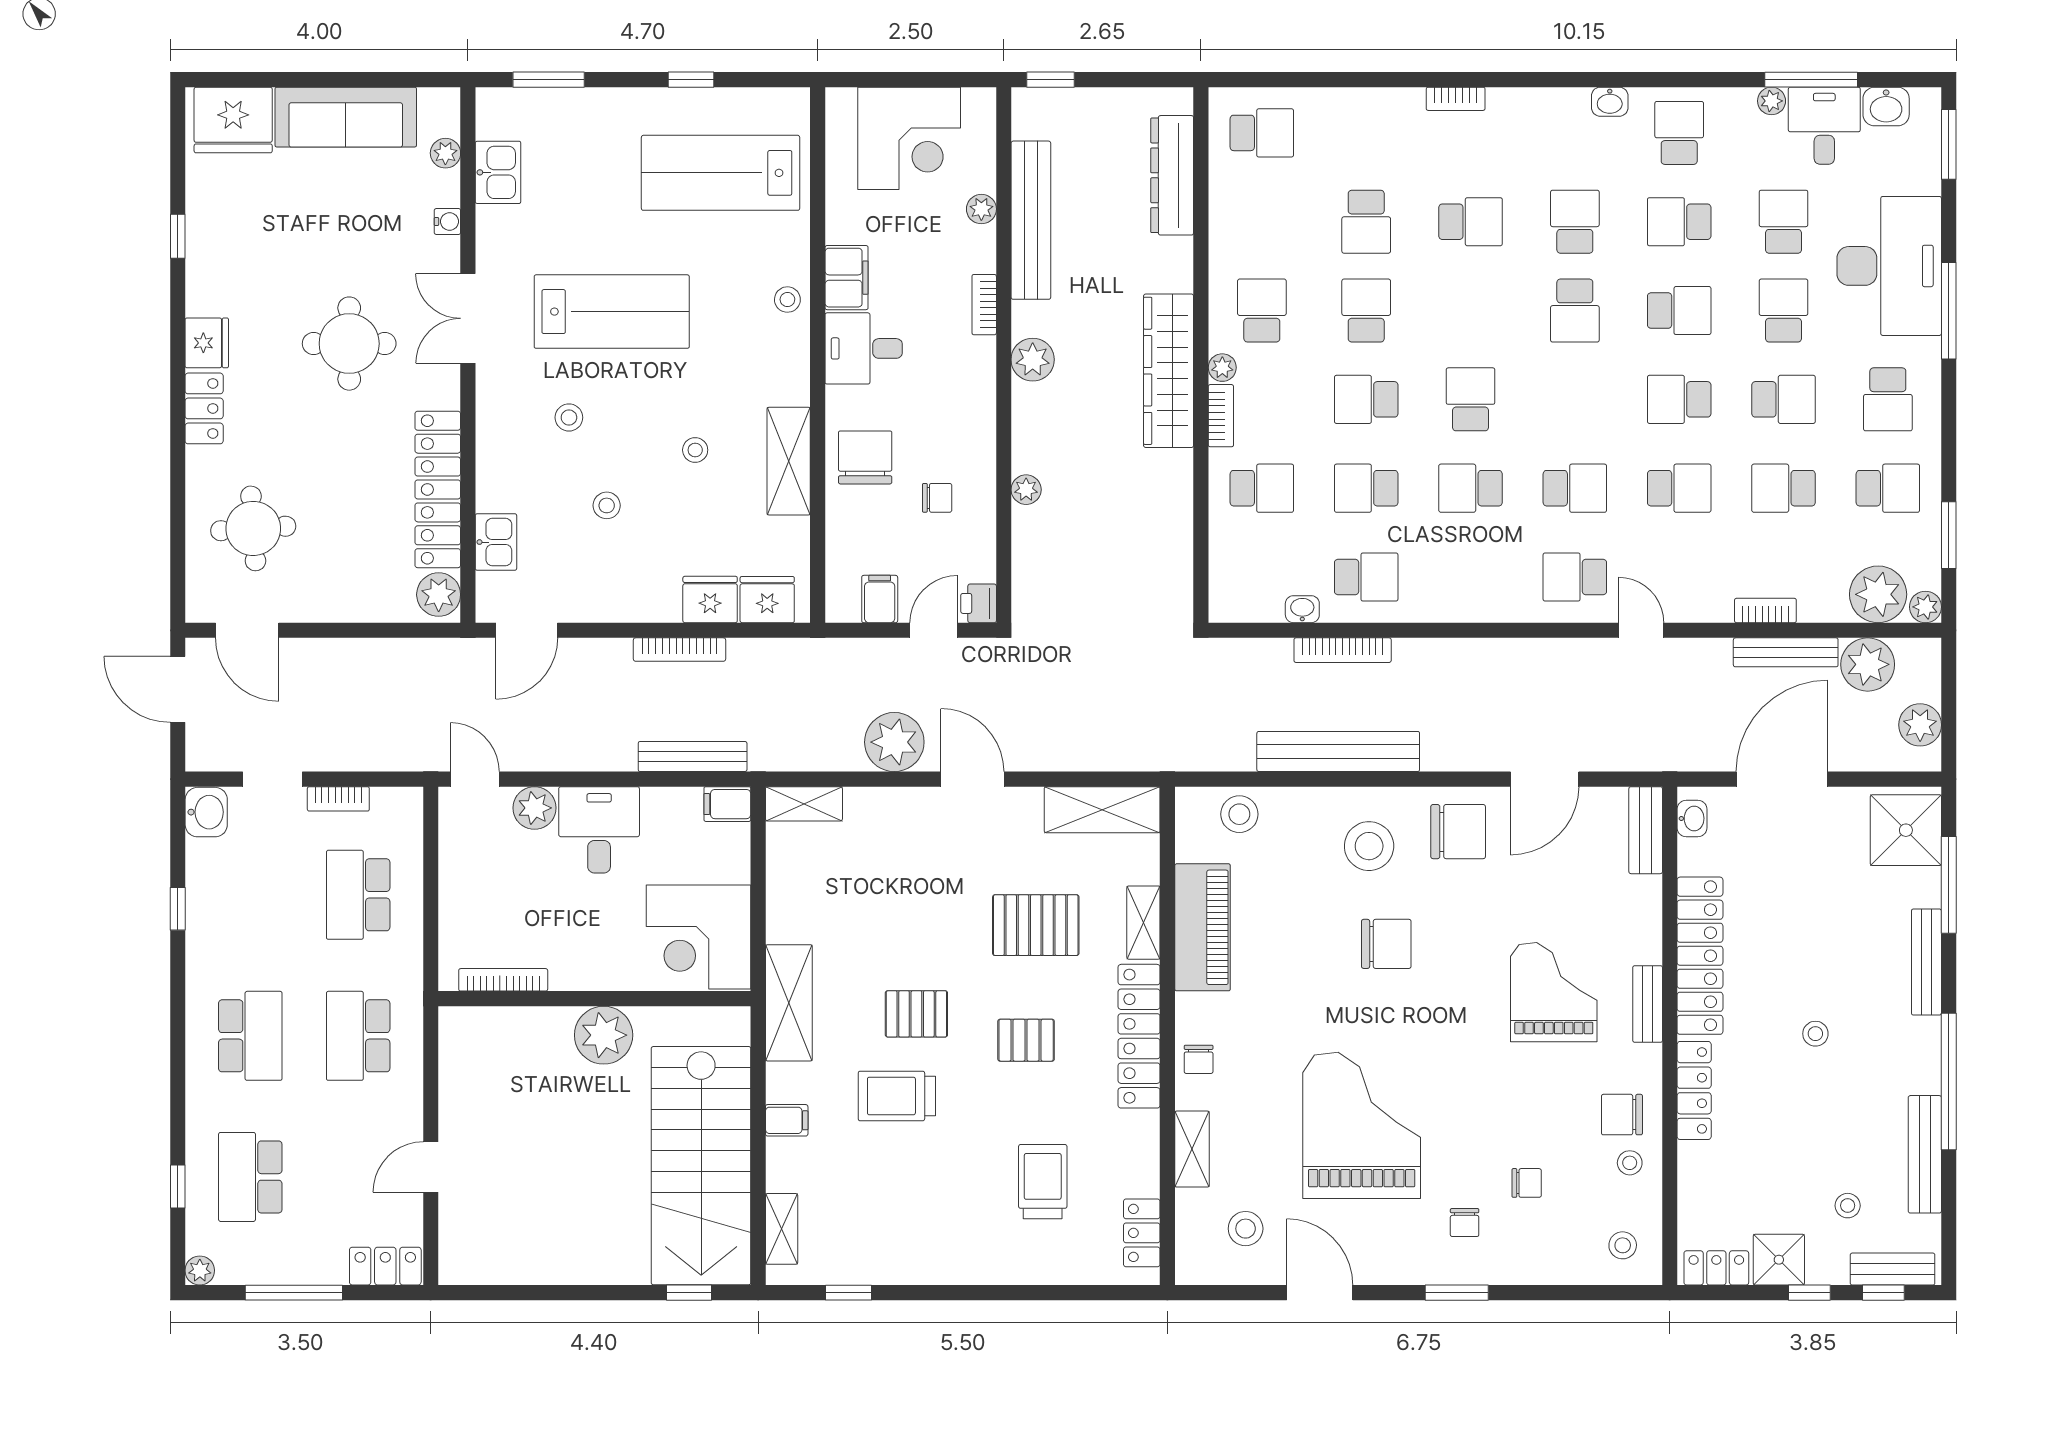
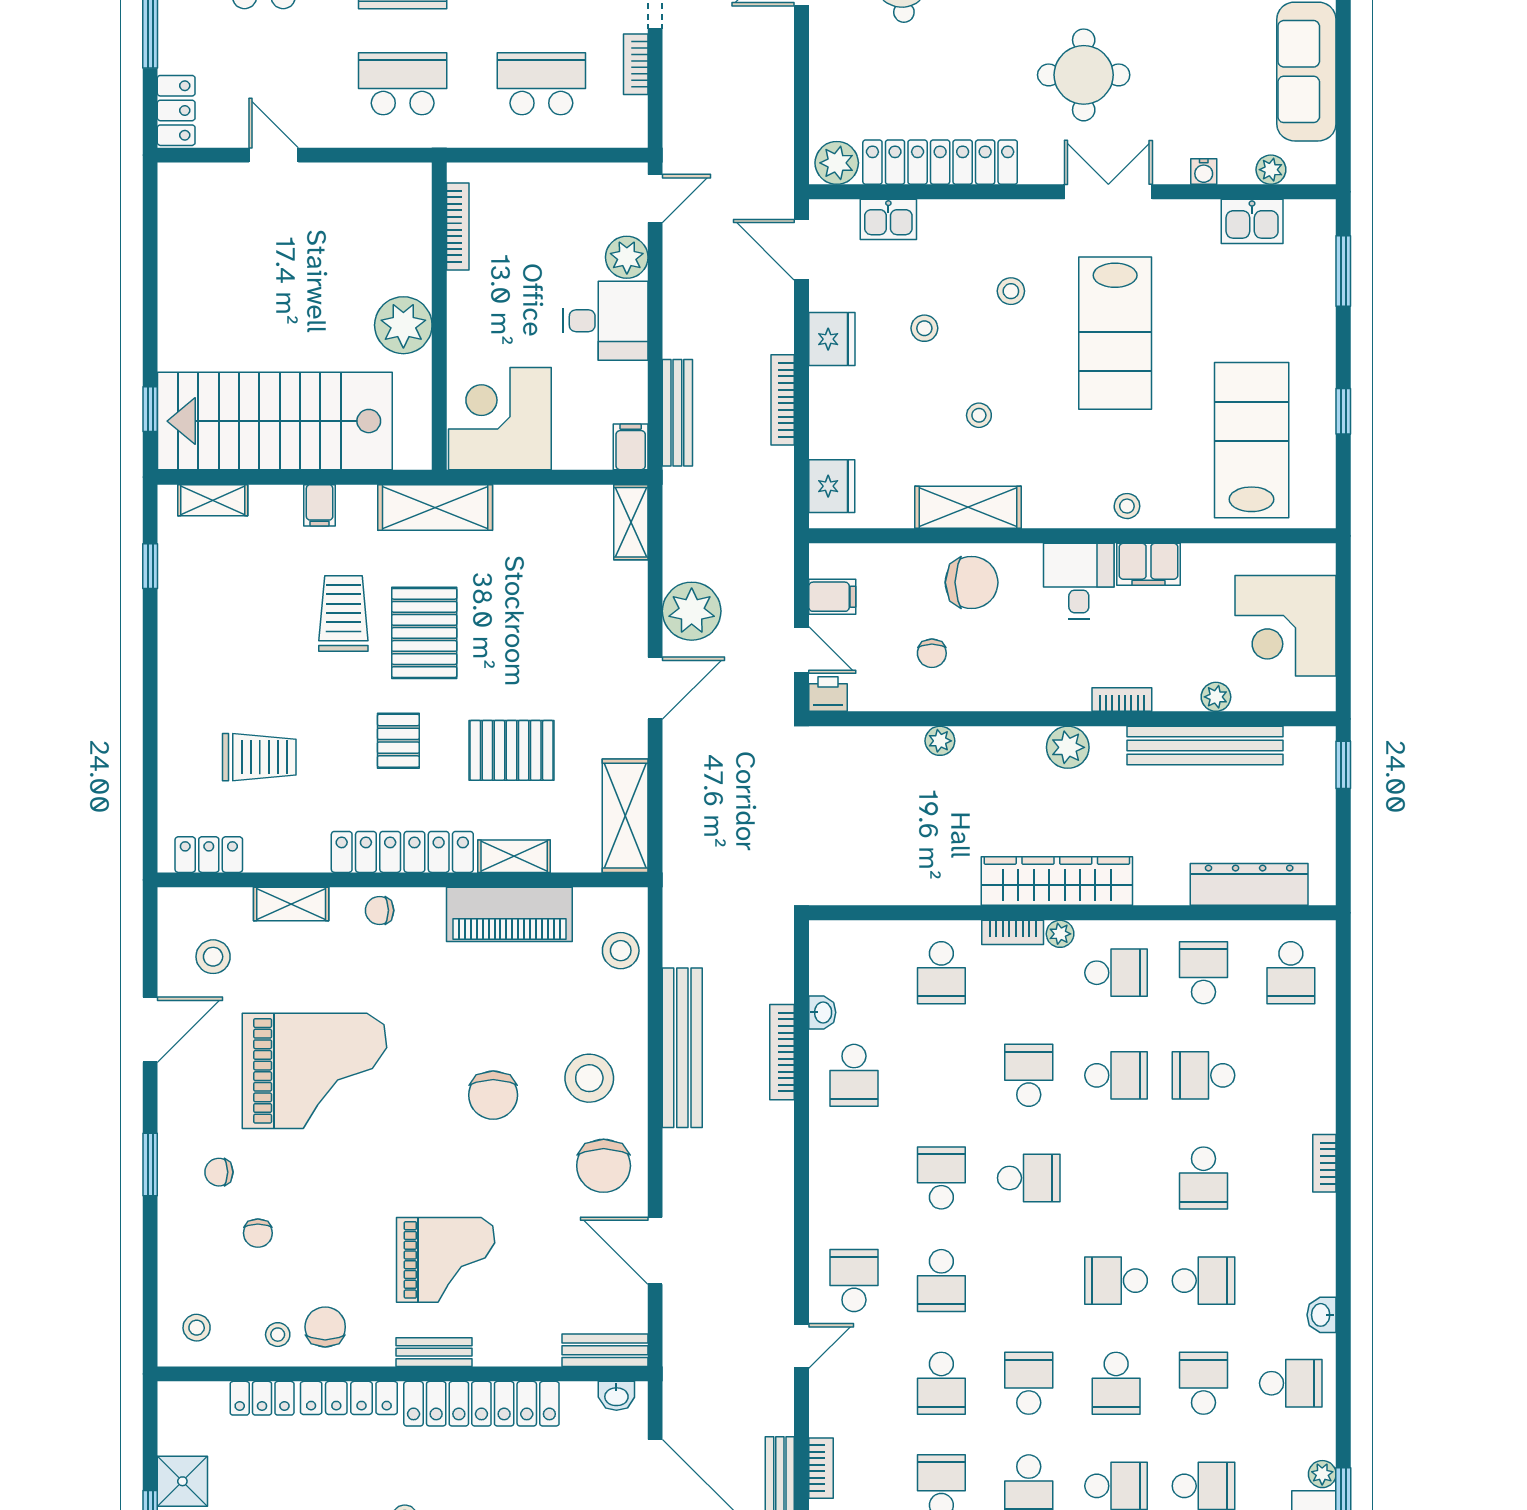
school desk: (1366, 488) -> (1203, 973), moved
fridge: (710, 600) -> (832, 339), moved
pallet: (1036, 925) -> (512, 750), turned 90
pallet: (916, 1014) -> (424, 633), width x1.50, depth x1.42
locker: (1716, 1268) -> (262, 1398), moved, turned 90

